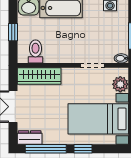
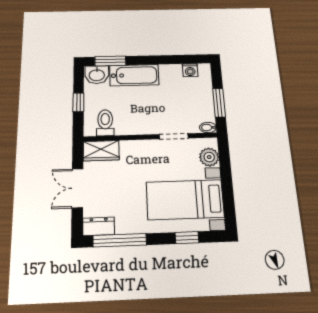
wardrobe: (39, 76) -> (101, 151), width x0.67
window: (83, 149) -> (187, 238), moved

